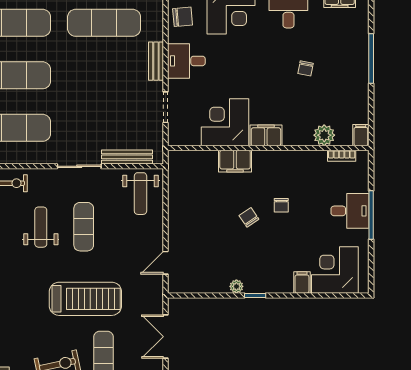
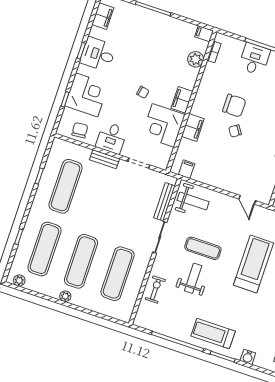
chair: (306, 68) -> (143, 92), moved
filing cabinet: (179, 171) -> (187, 169), added
chair: (281, 205) -> (234, 106), width x1.87, depth x1.87
weight bench: (41, 227) -> (193, 278), turned 90

